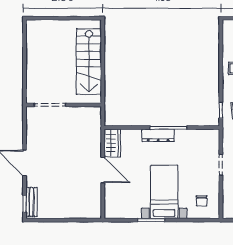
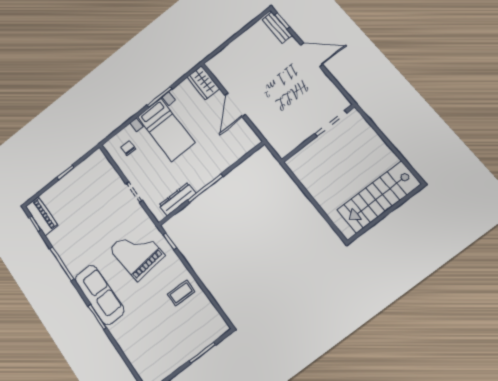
stairs: (89, 62) -> (379, 197), moved, turned -90
dresser: (158, 135) -> (177, 199), moved
wardrobe: (112, 143) -> (203, 83), moved
door: (103, 170) -> (235, 105), hinge flipped

